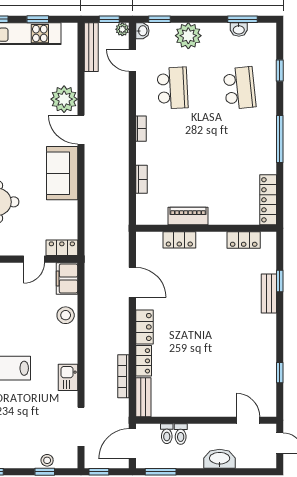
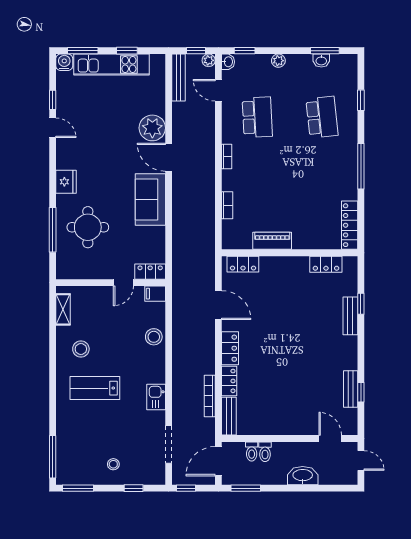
plant: (188, 36) -> (278, 61), width x0.53, depth x0.53
locker: (179, 240) -> (243, 264), moved
filing cabinet: (67, 278) -> (155, 294), width x0.50
bench: (269, 369) -> (351, 389), added
stool: (47, 460) -> (113, 464), moved

